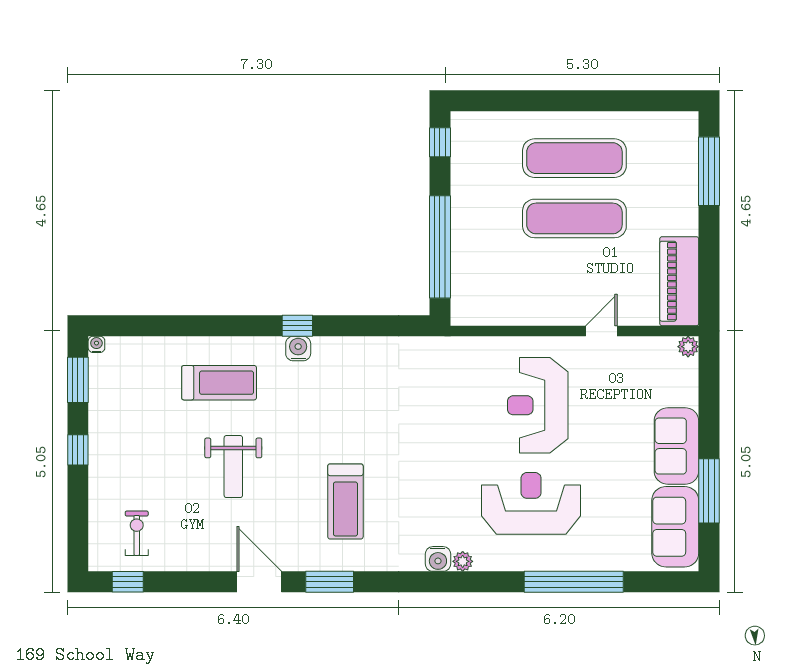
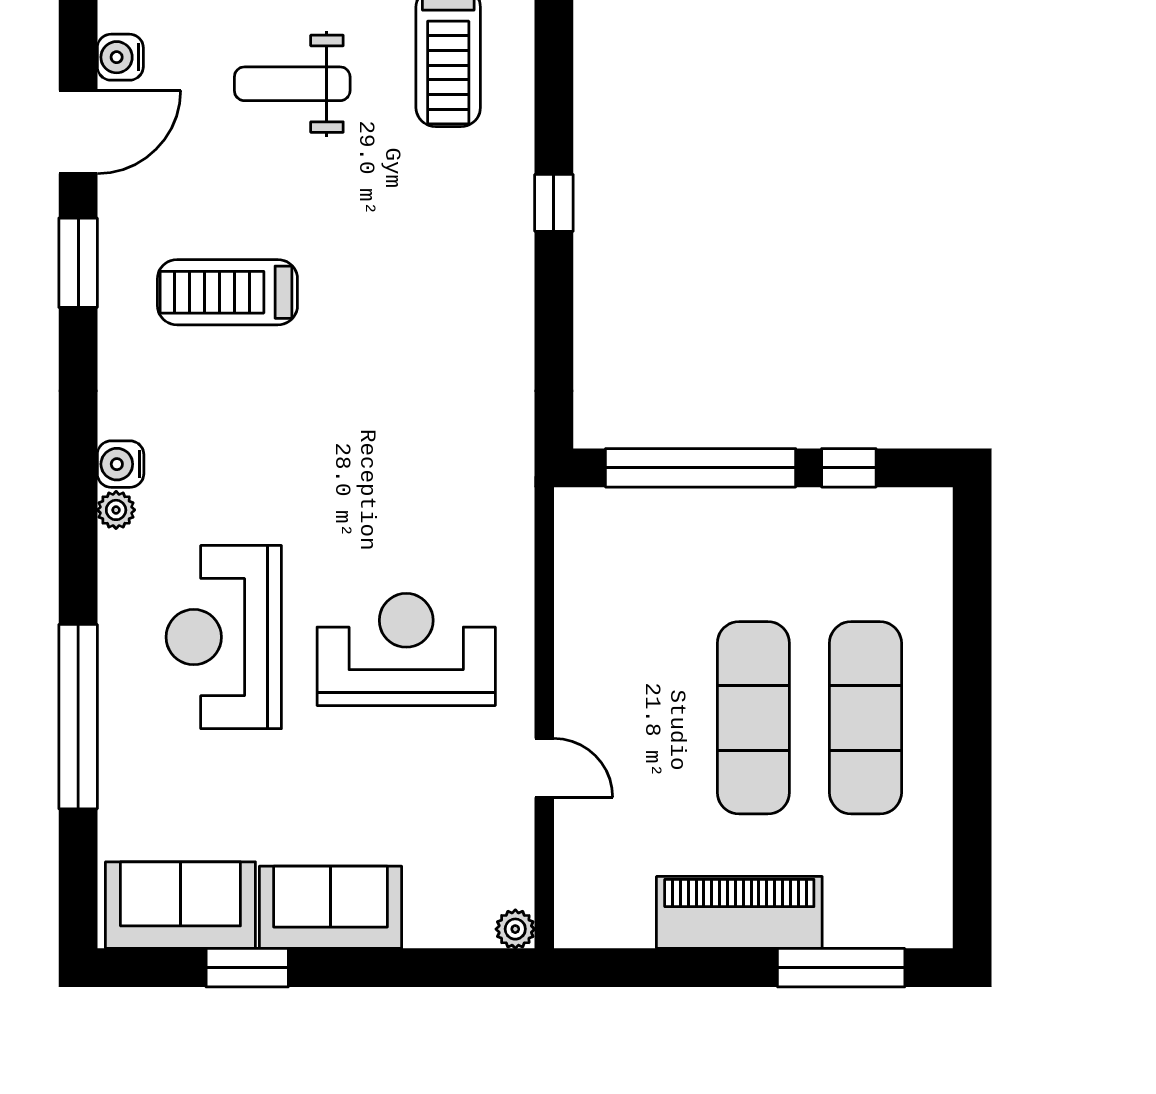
window: (440, 142) -> (849, 468), moved
piano: (679, 281) -> (739, 912), moved
water cooler: (298, 349) -> (120, 57), moved, turned 180
window: (709, 491) -> (247, 968), width x0.69
reception desk: (531, 503) -> (224, 637), turned 180

